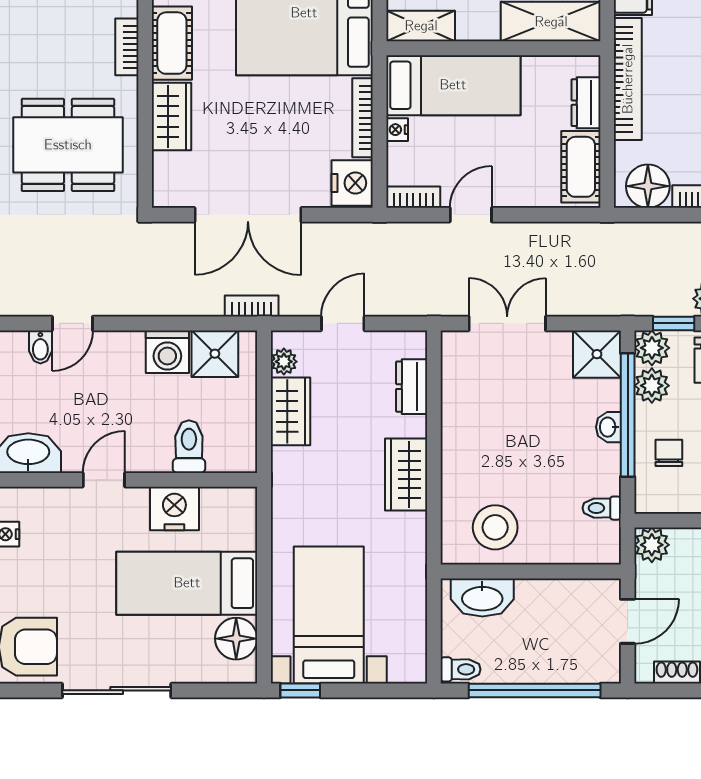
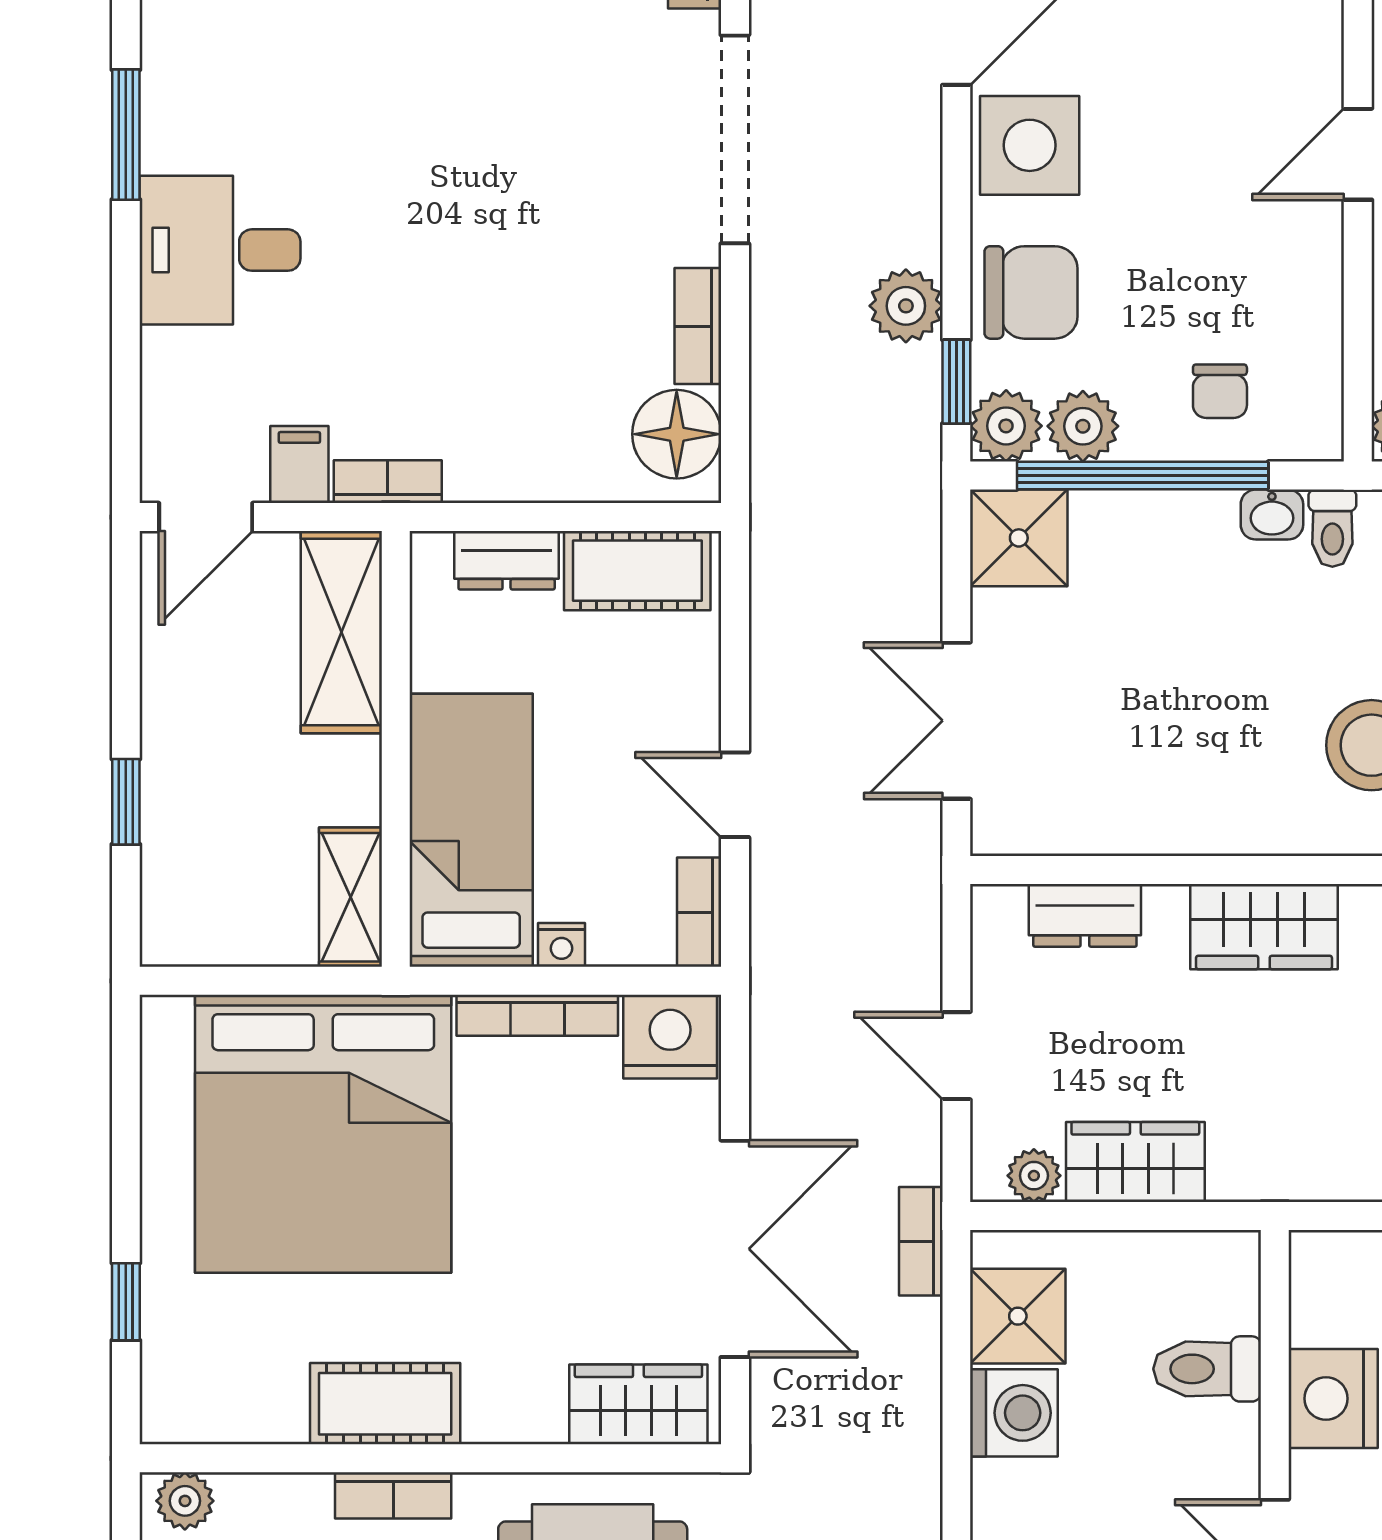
bookcase: (628, 79) -> (388, 482), width x0.43, depth x0.76
wardrobe: (172, 116) -> (638, 1404), moved
washbasin: (608, 427) -> (1272, 515), moved
chair: (669, 453) -> (1220, 391), turned -90

